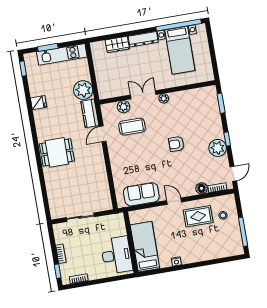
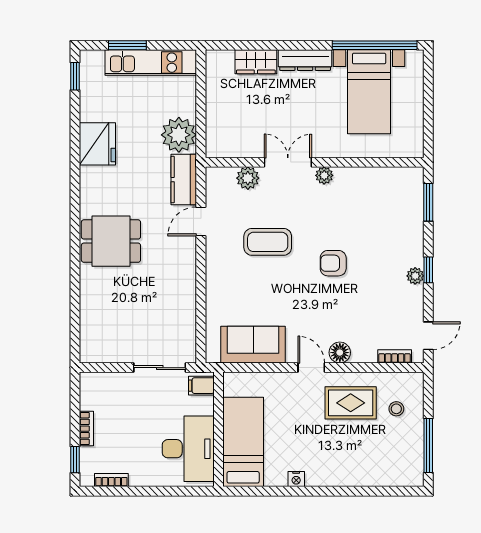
fridge: (39, 103) -> (97, 144), width x1.88, depth x1.34
coffee table: (132, 127) -> (268, 242), moved
plant: (218, 148) -> (415, 276), width x0.53, depth x0.53
floor lamp: (202, 188) -> (340, 353), moved
sliding door: (80, 217) -> (160, 368), moved
filing cabinet: (118, 221) -> (201, 386), added

